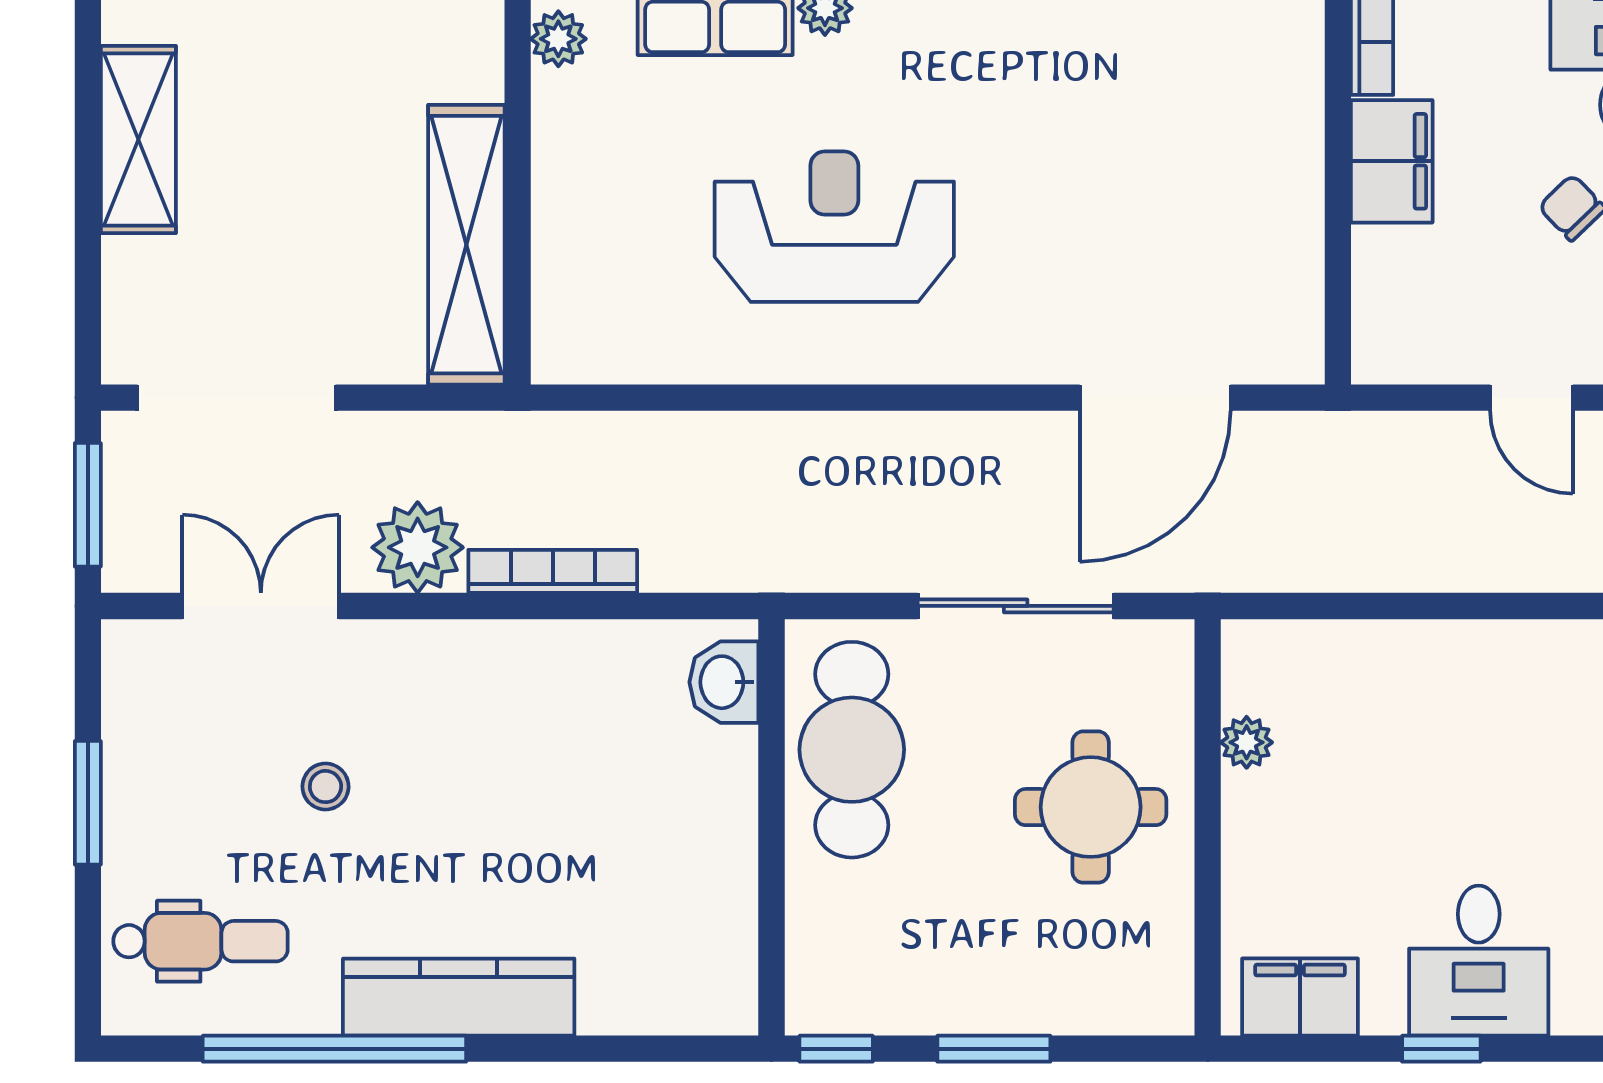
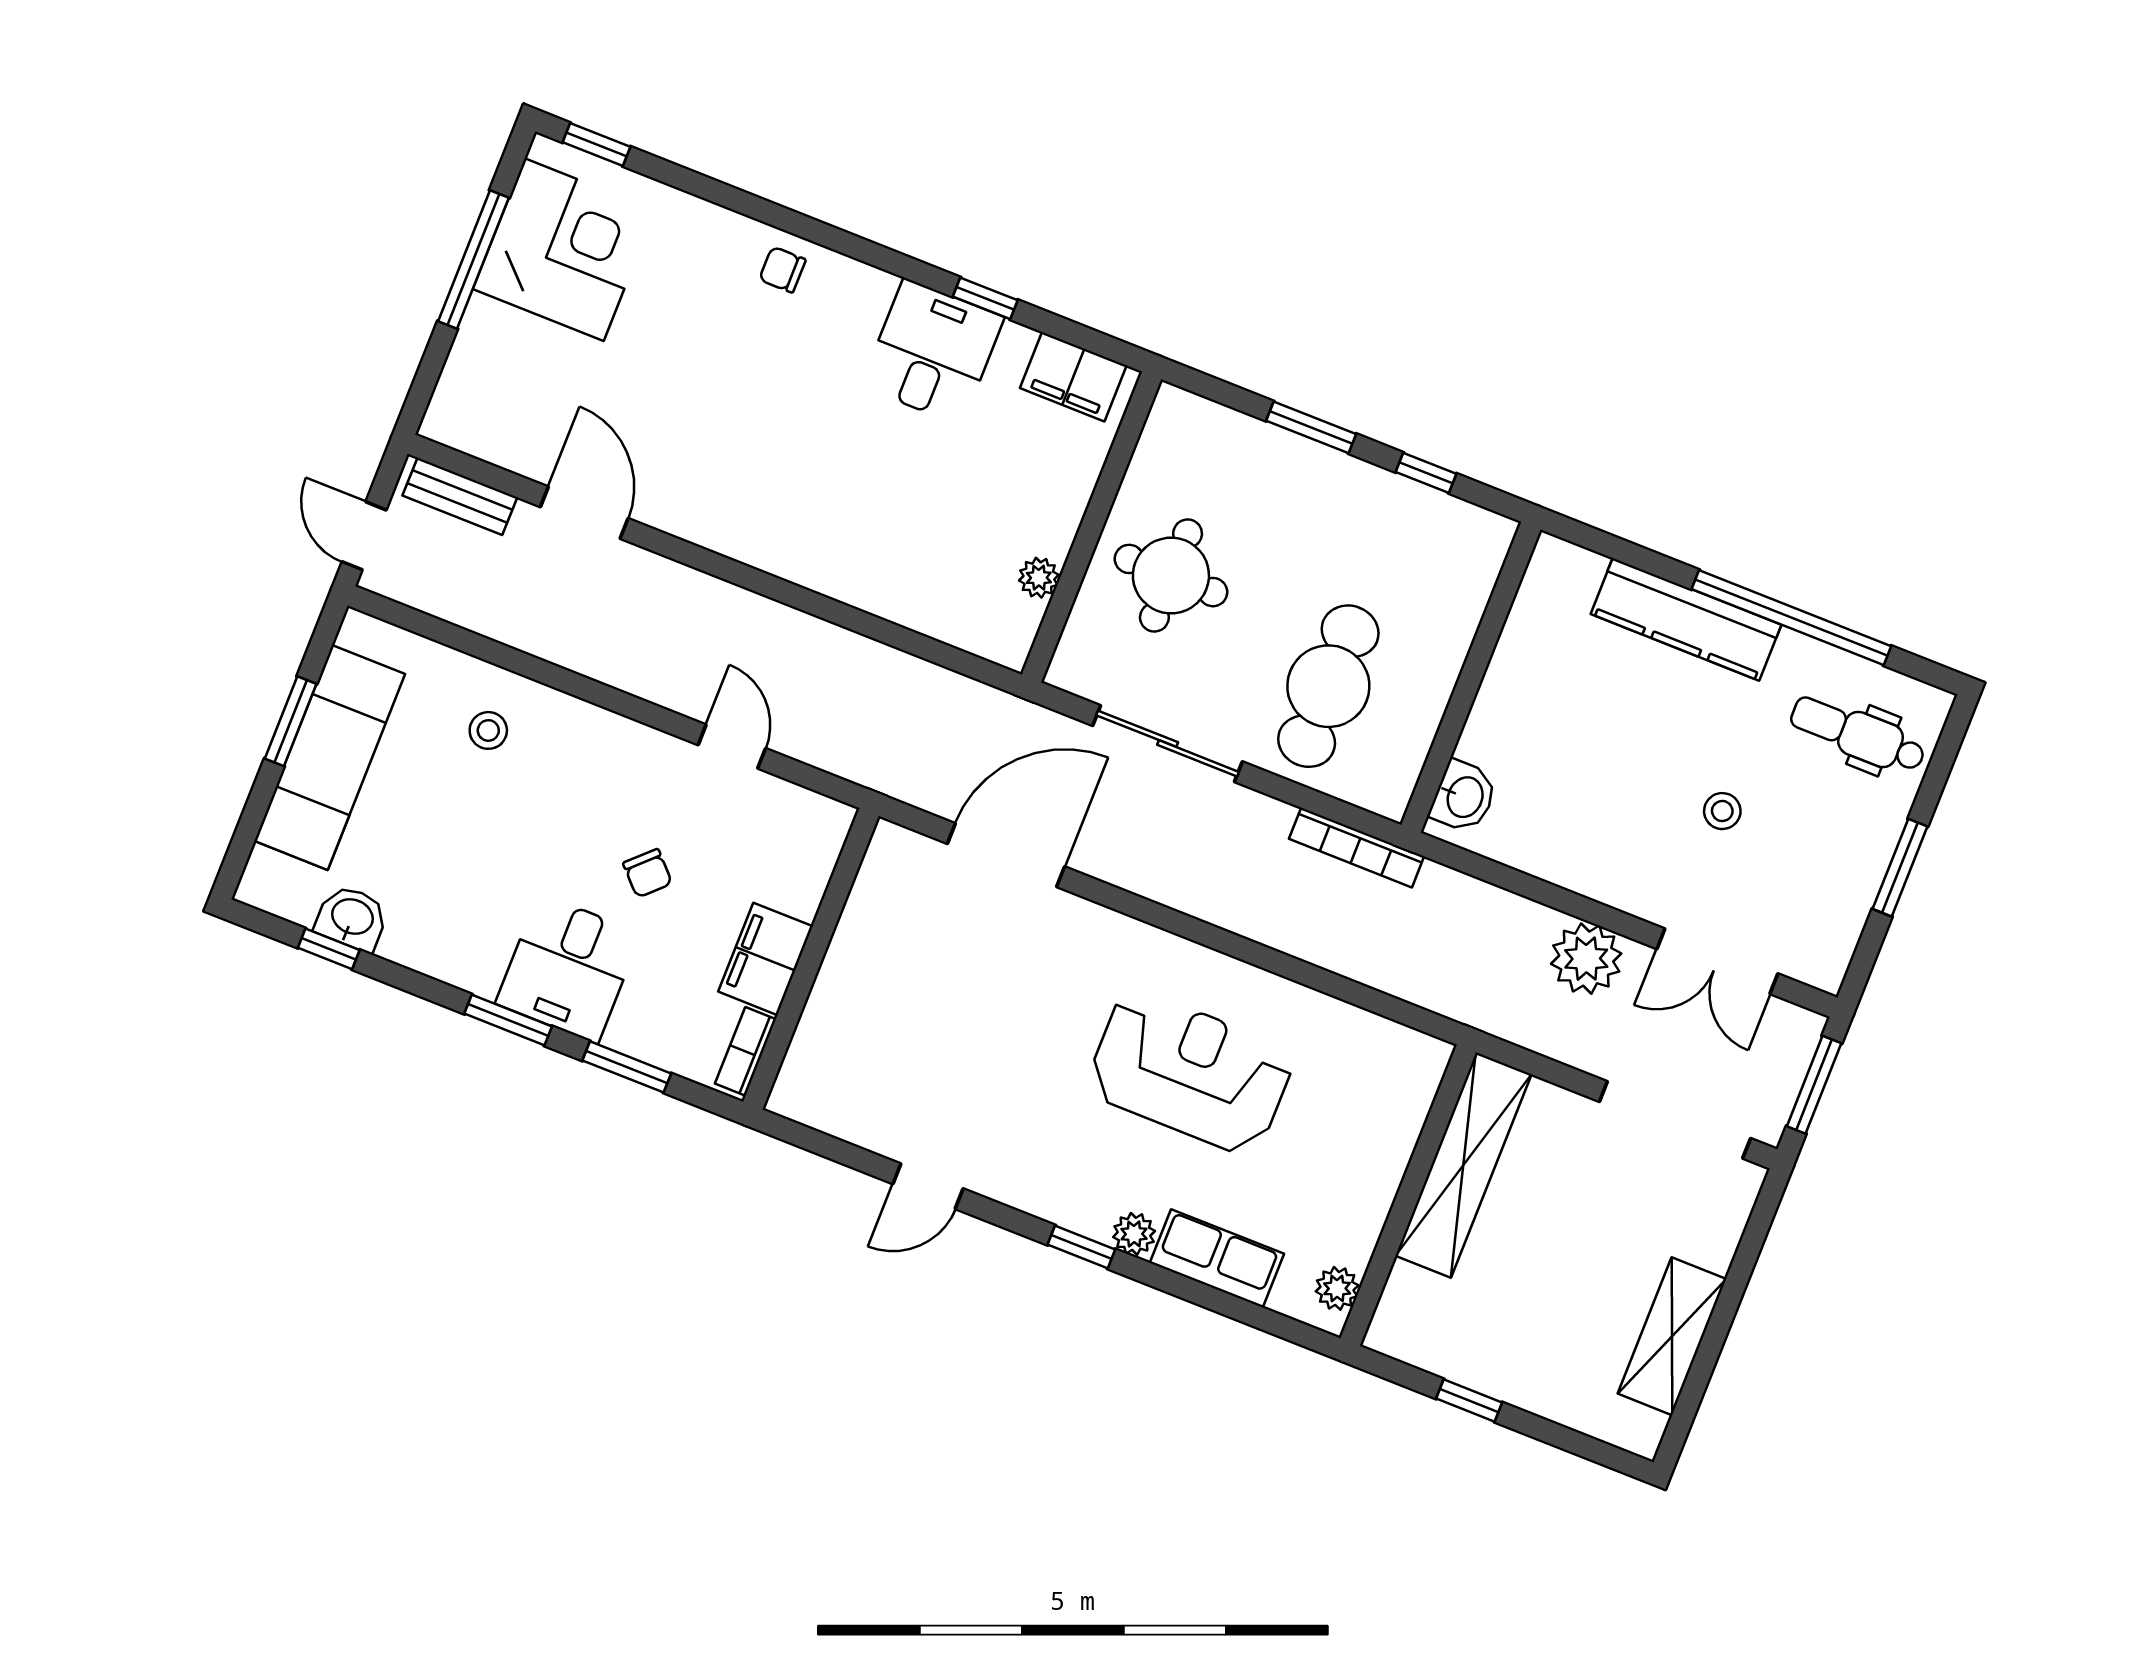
reception desk: (834, 227) -> (1190, 1072), turned 180
bookcase: (553, 571) -> (1357, 848), moved
washbasin: (724, 682) -> (1464, 797), moved
wall: (771, 827) -> (1471, 677), moved

